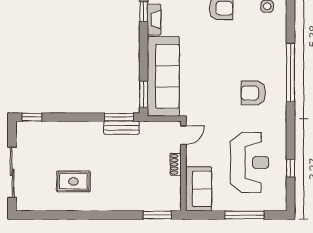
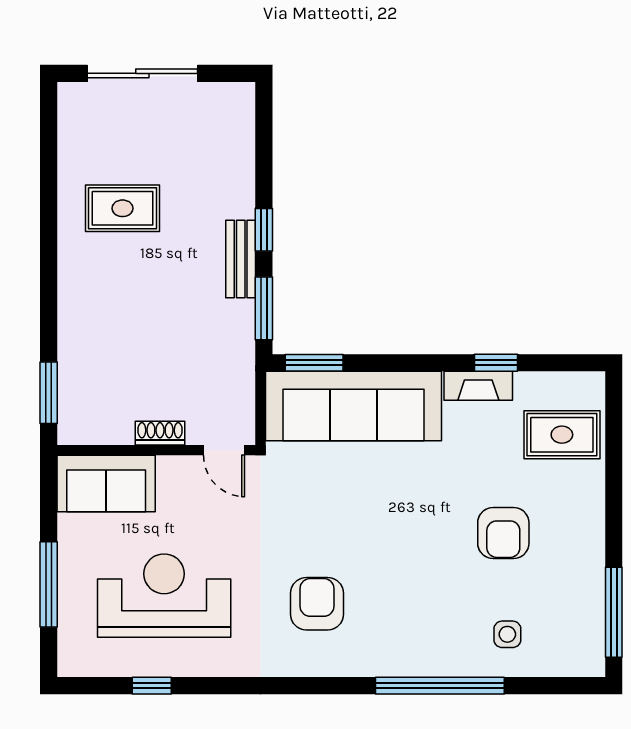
window: (290, 73) -> (440, 686), moved
window: (32, 117) -> (264, 230), moved
bench: (121, 128) -> (241, 259), moved
reception desk: (250, 162) -> (164, 596), turned 180
rug: (73, 181) -> (122, 208), turned 90

